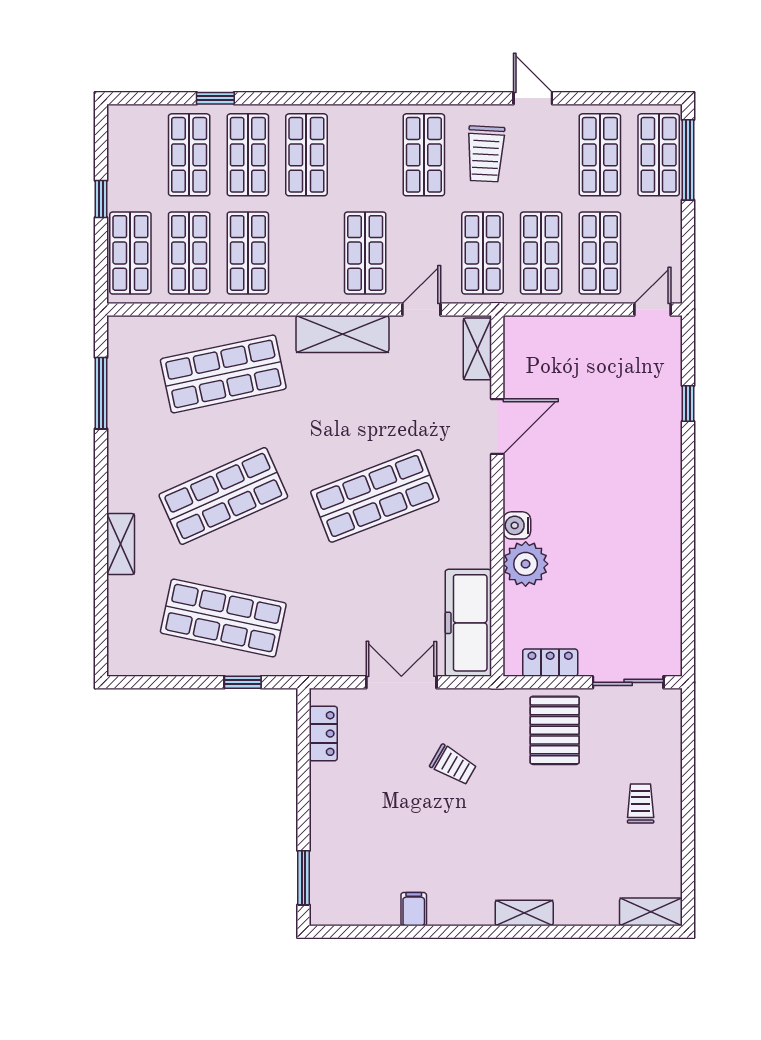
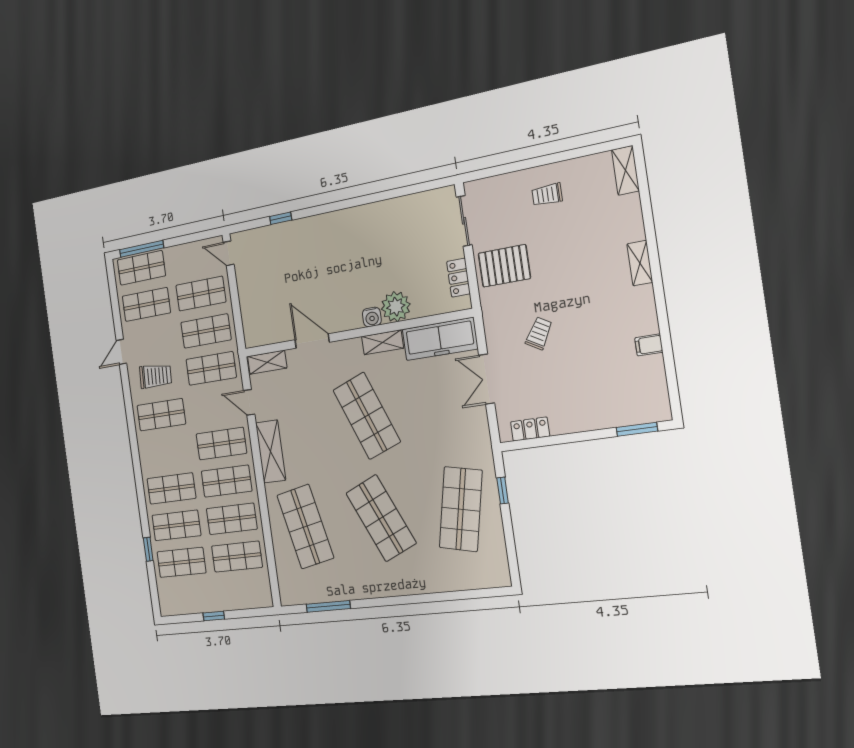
shop shelf: (130, 253) -> (227, 481), moved
shelving: (121, 544) -> (382, 342), moved

